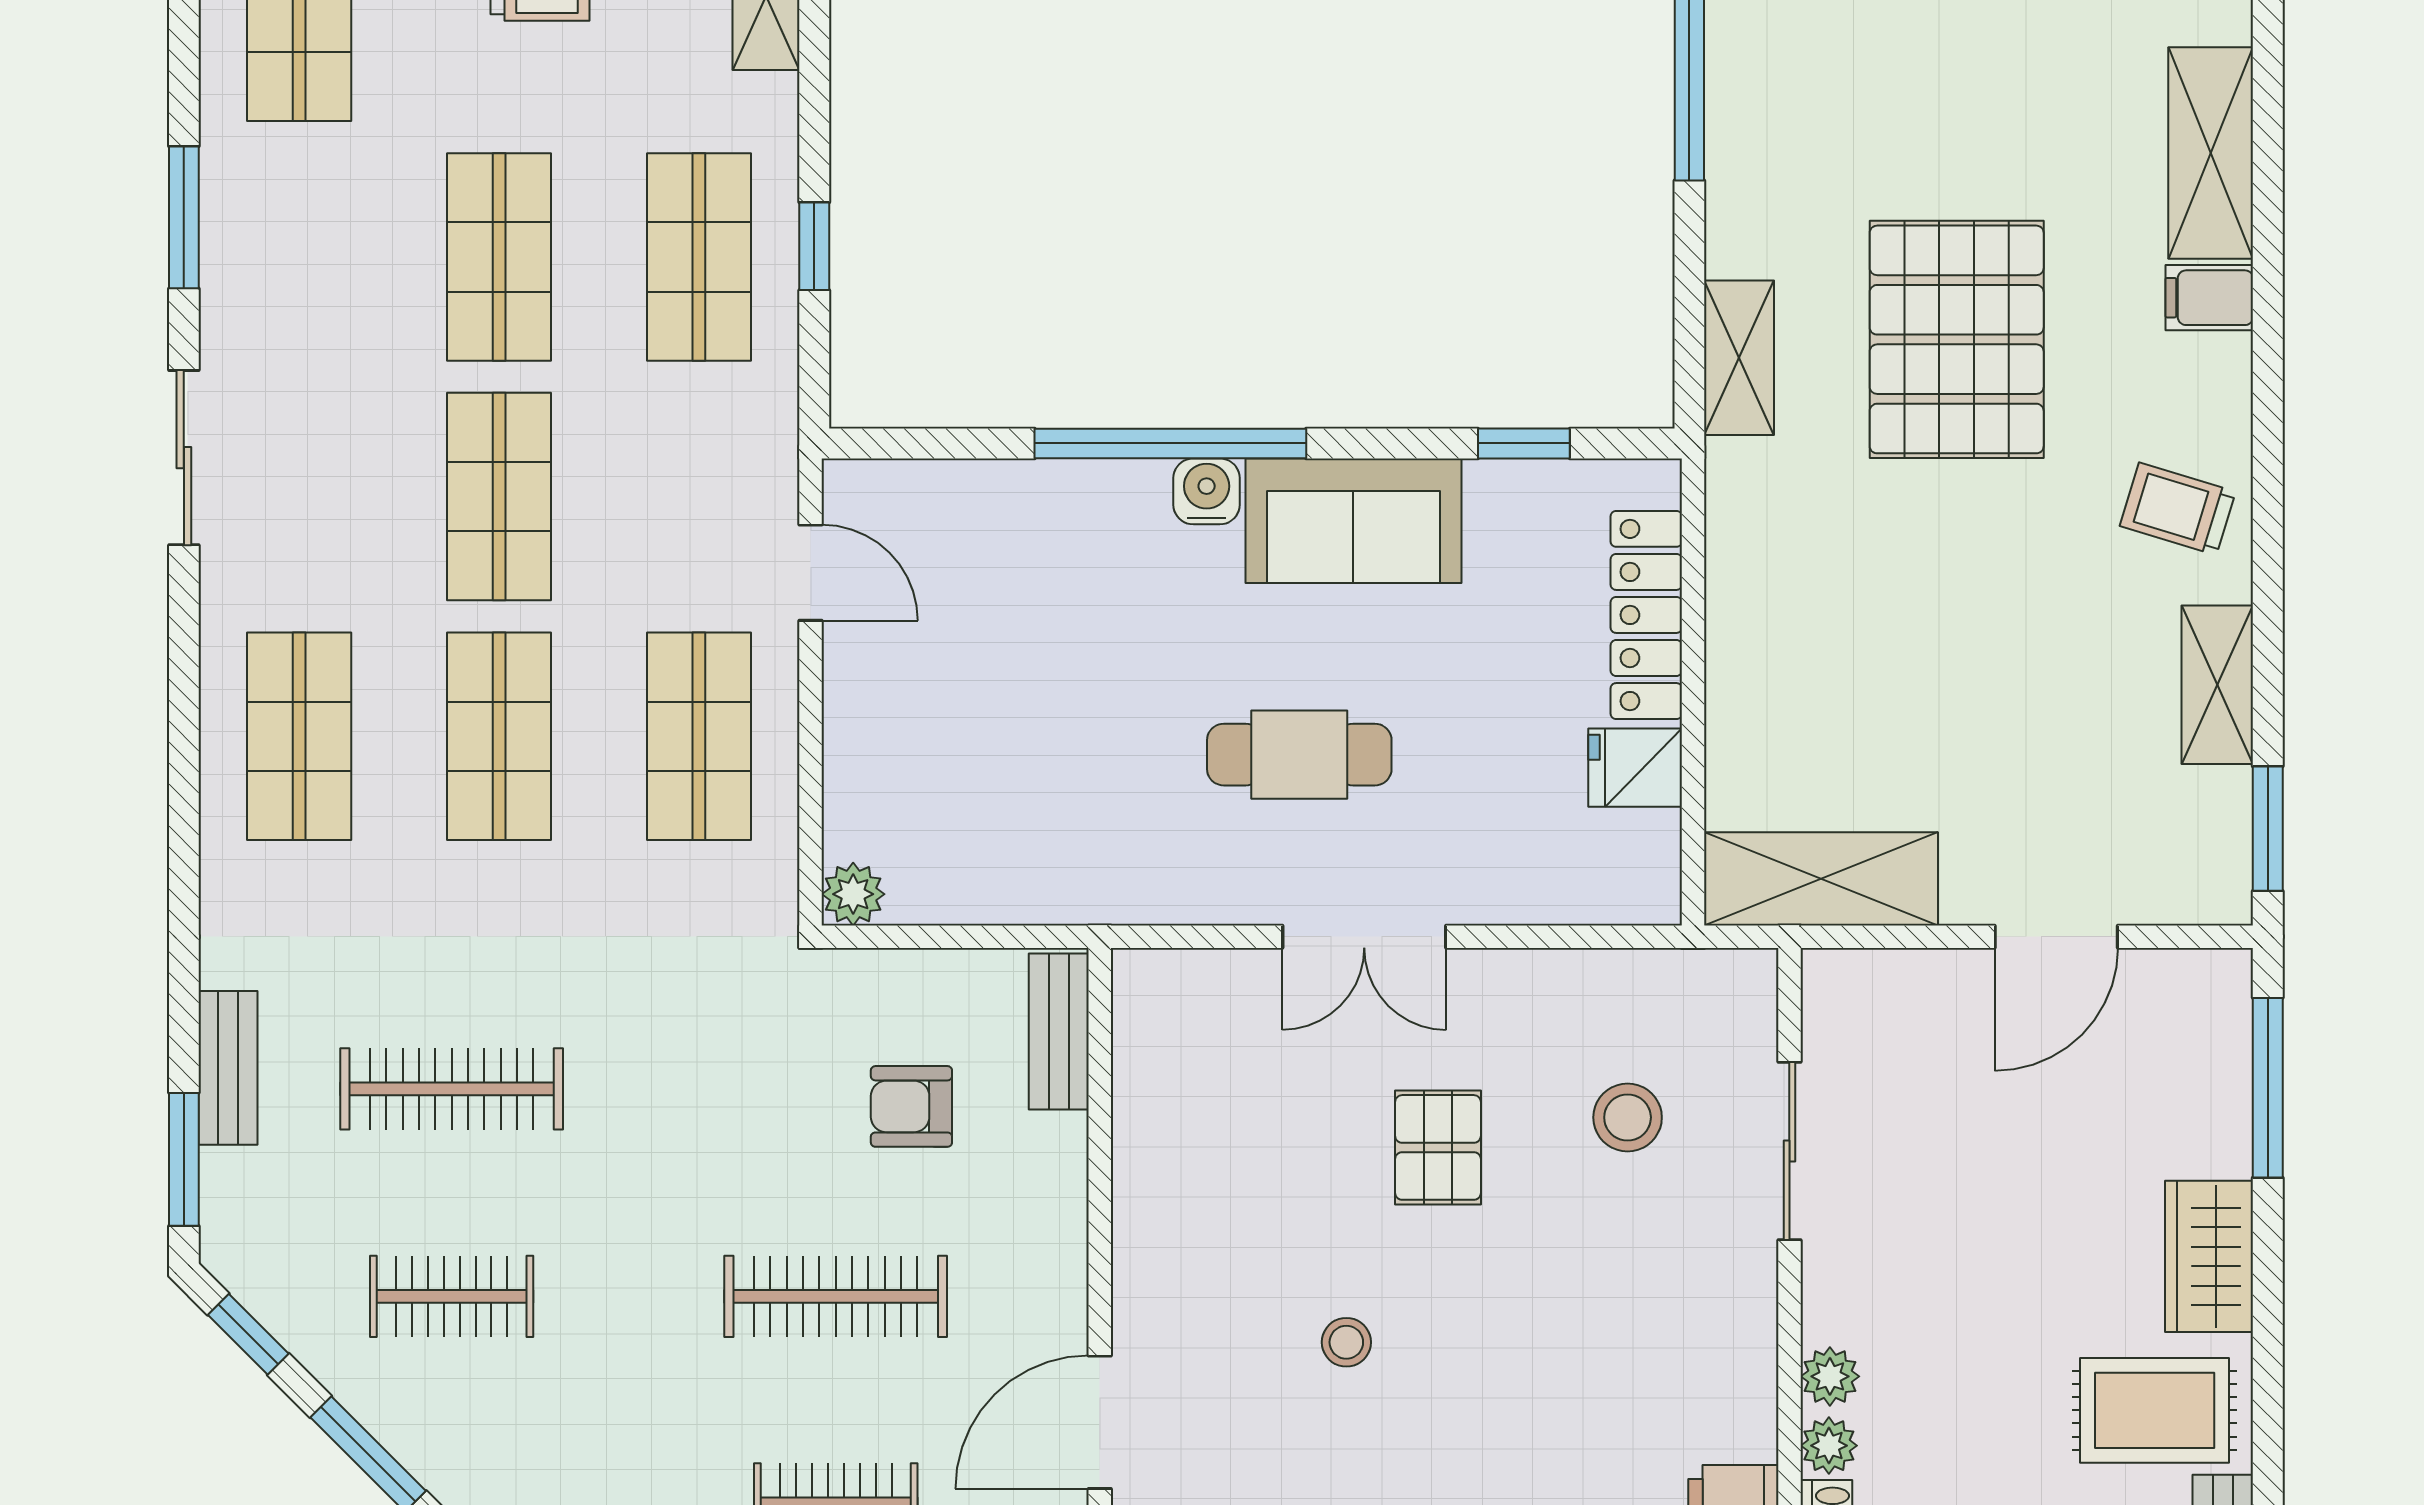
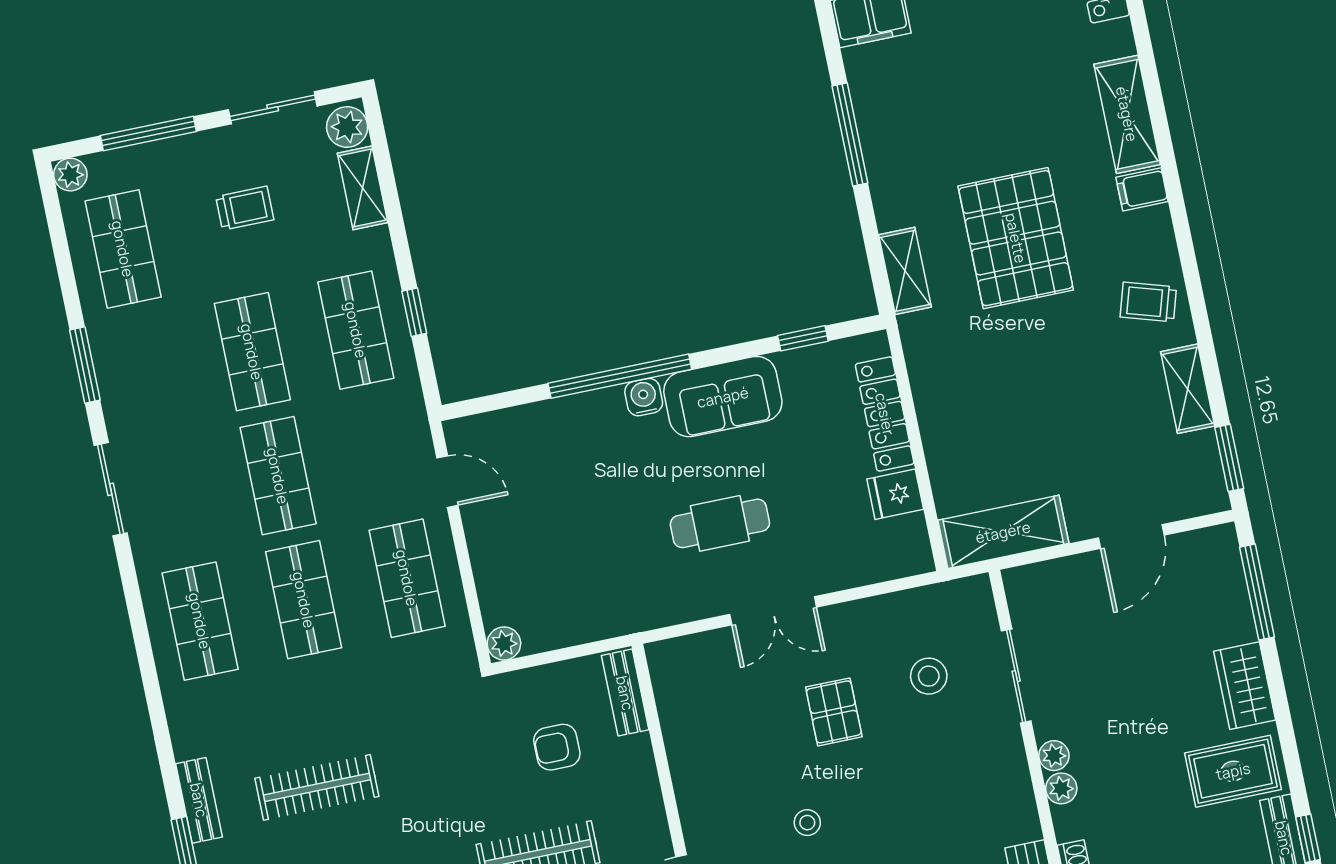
plant: (1829, 1446) -> (1054, 756), moved

